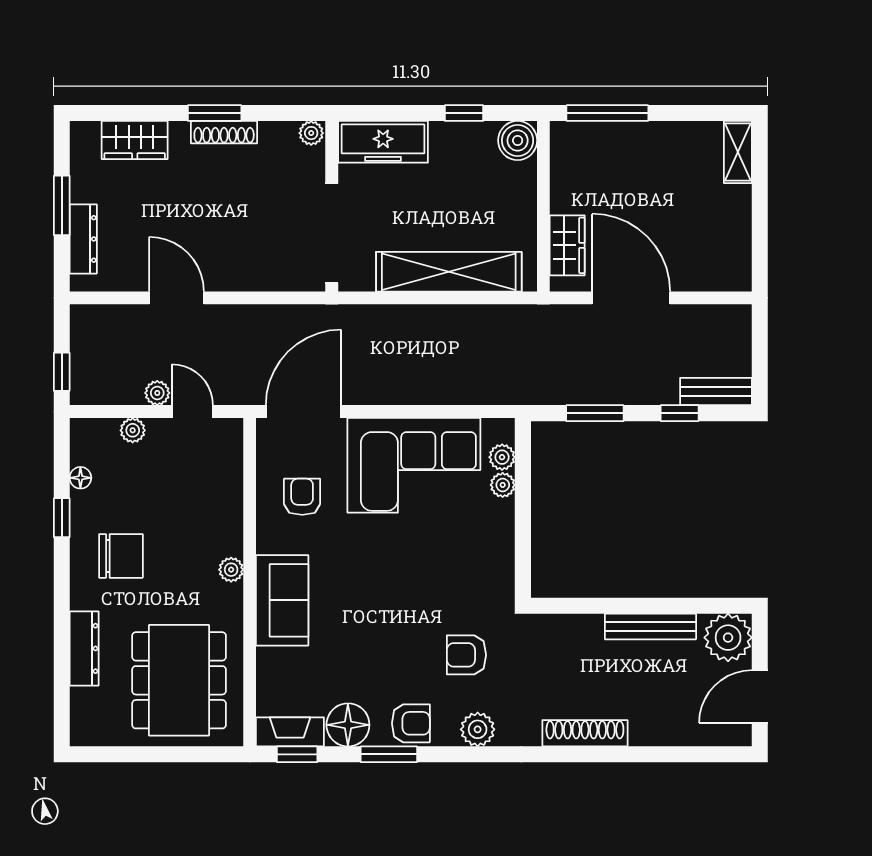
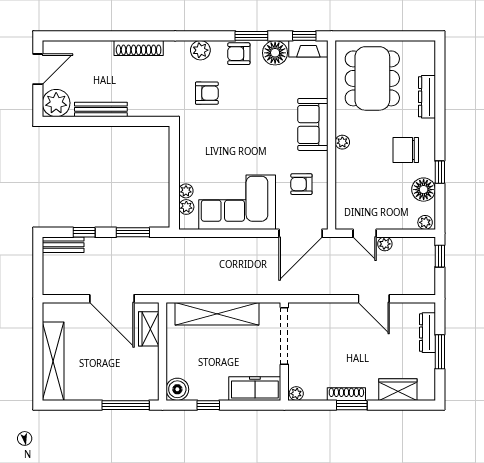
shelving: (738, 152) -> (53, 361), width x2.20, depth x1.33
plant: (133, 430) -> (425, 222), moved
floor lamp: (80, 478) -> (424, 190), width x1.89, depth x1.89
armchair: (302, 497) -> (301, 184), turned 90

